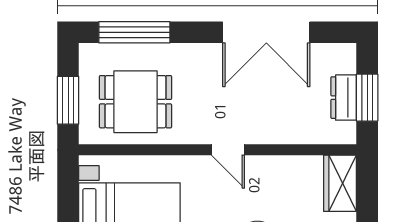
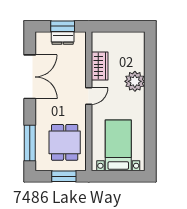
wardrobe: (340, 183) -> (100, 66), moved, turned -90

